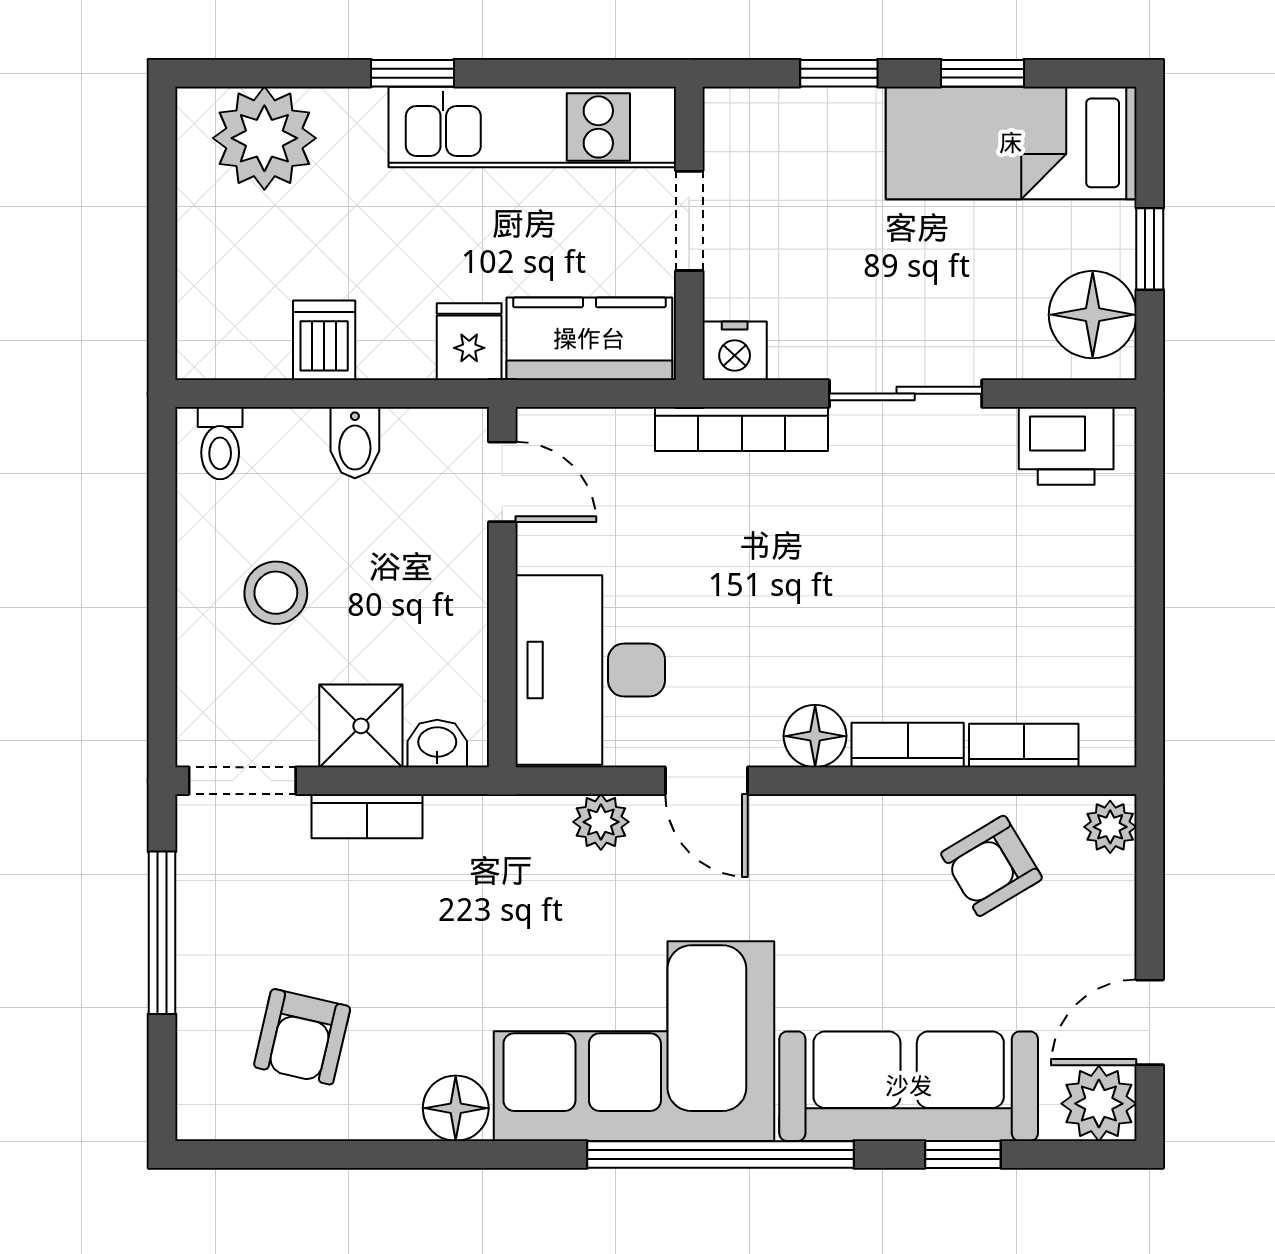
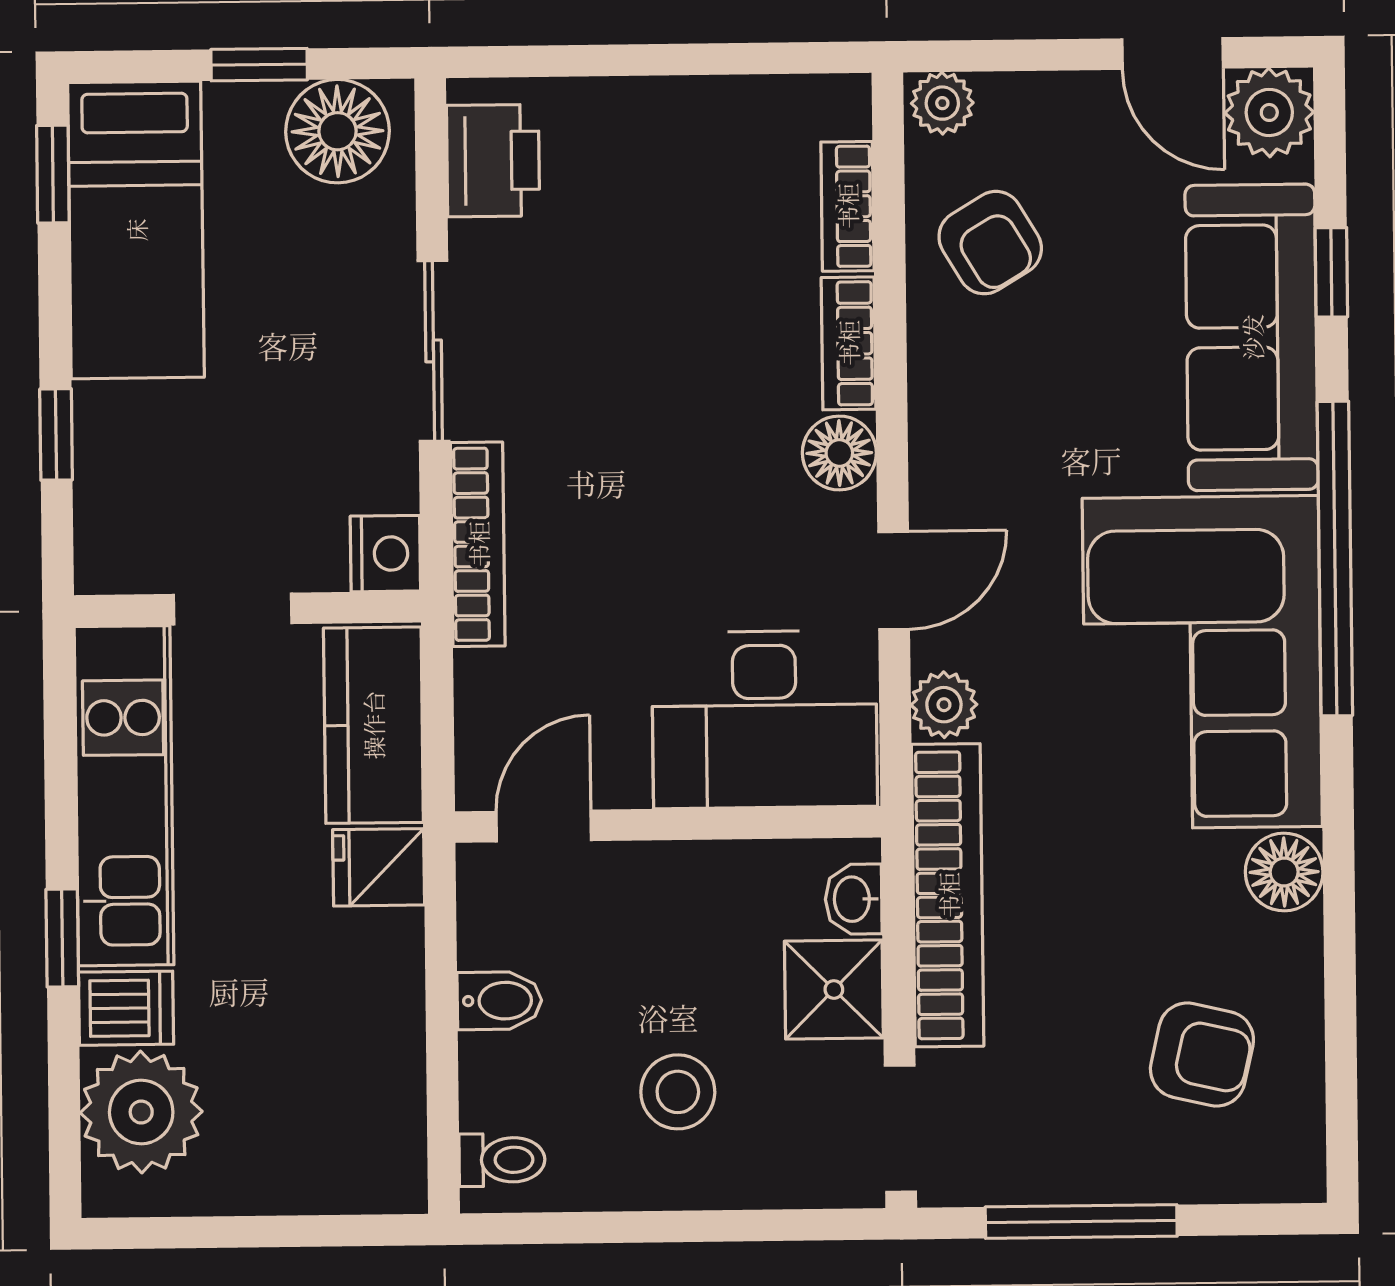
window: (983, 73) -> (53, 174), moved
dishwasher: (324, 340) -> (126, 1008), moved, turned 180
bookcase: (367, 816) -> (948, 895), width x2.31, depth x1.31

